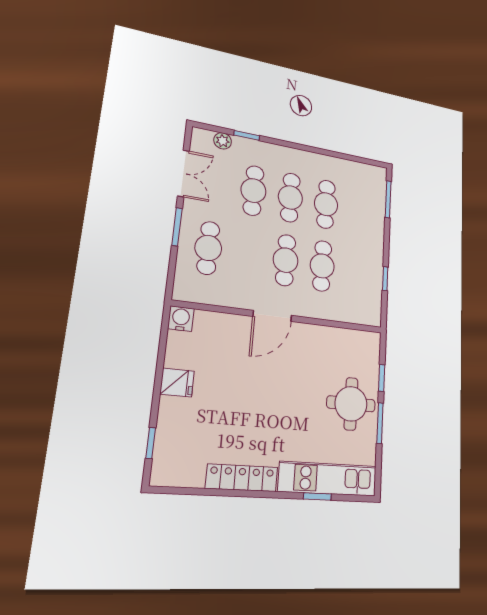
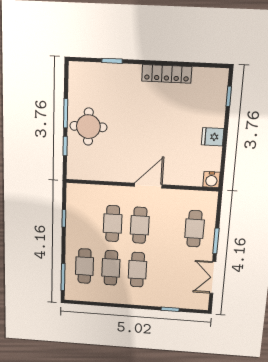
plant: (223, 141) -> (187, 303), removed
cafe table: (254, 191) -> (85, 266), moved
kitchen unit: (328, 479) -> (104, 73), removed

